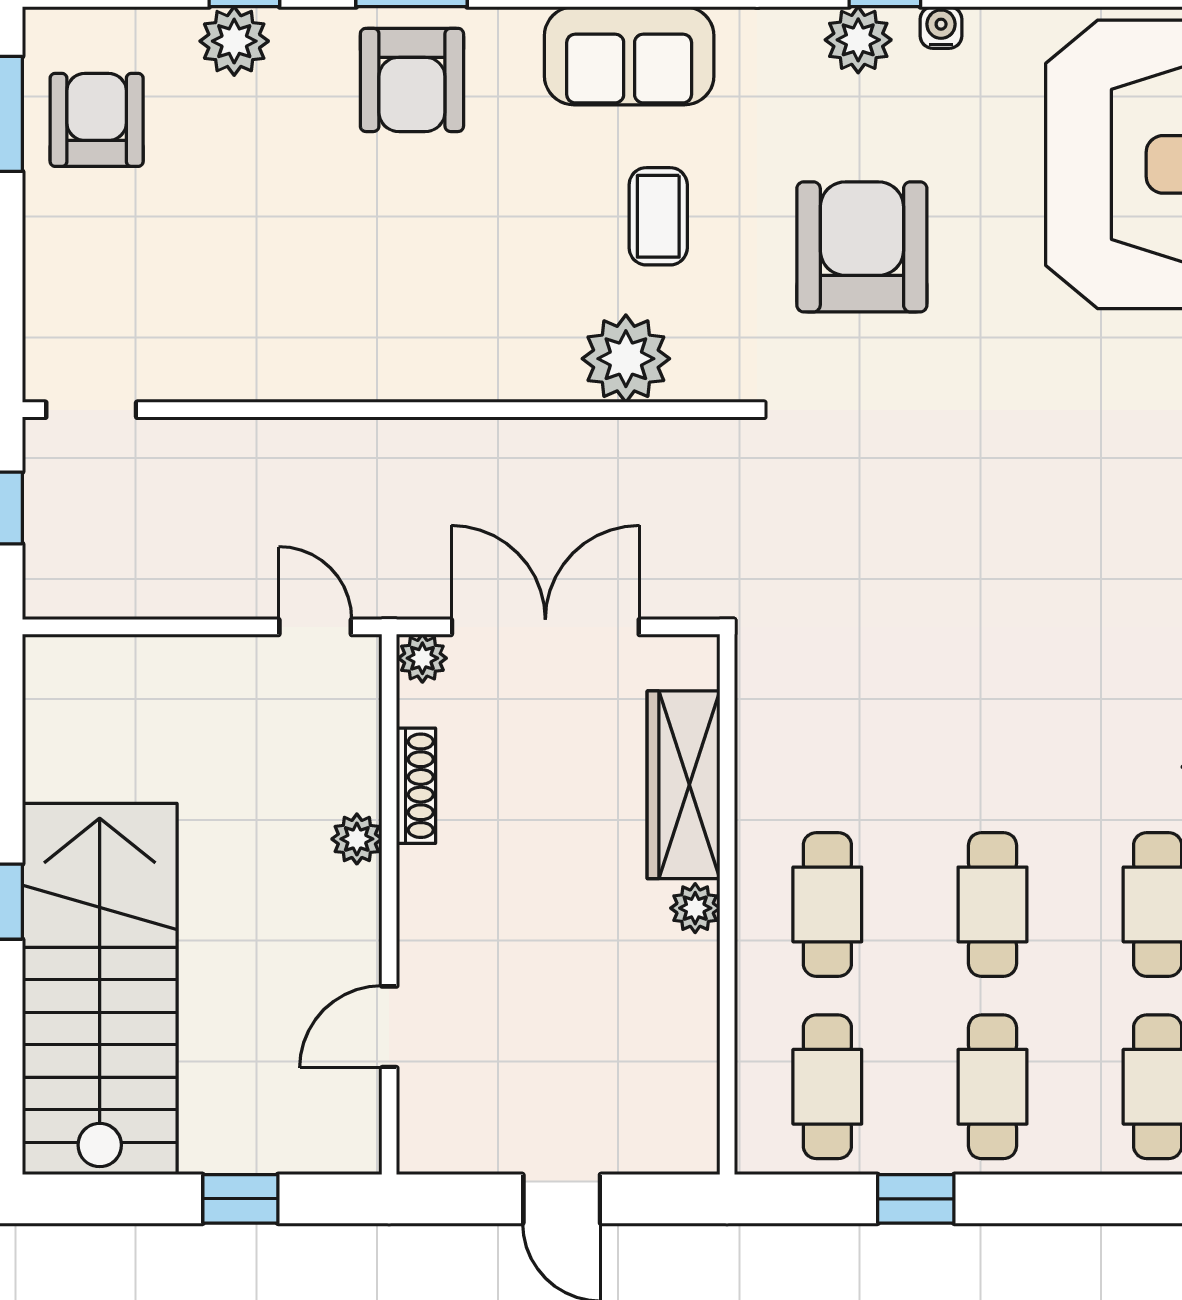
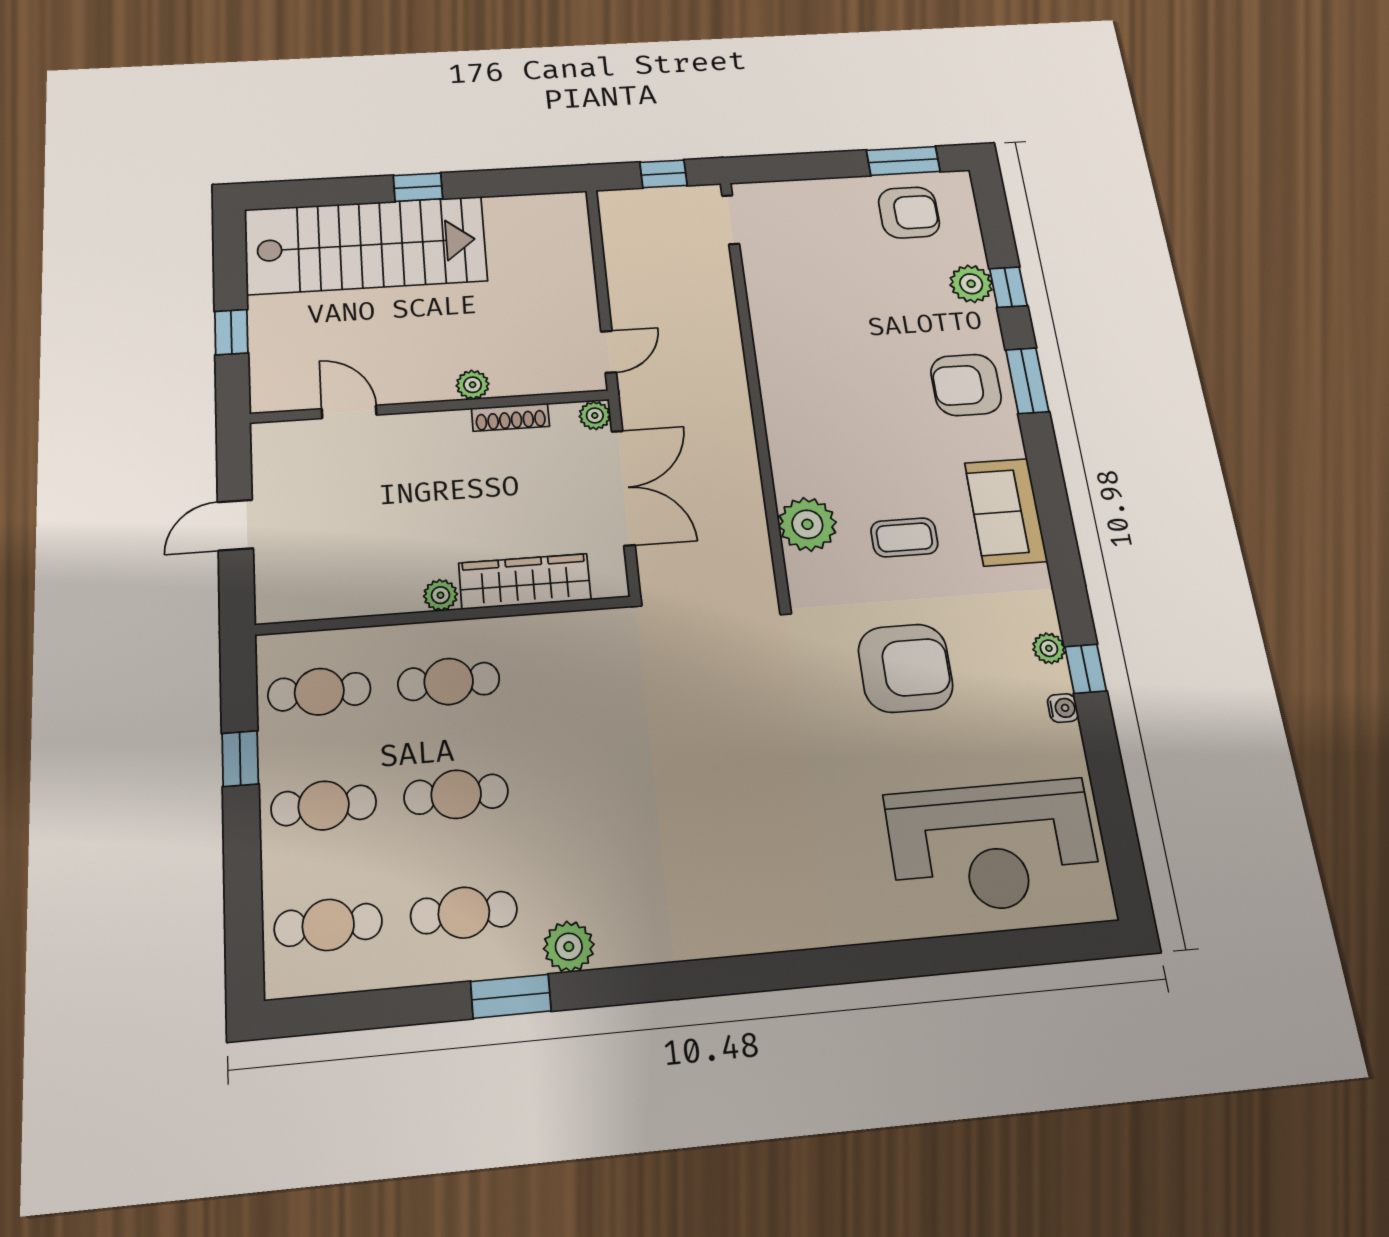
plant: (858, 40) -> (1049, 648), width x0.73, depth x0.73

